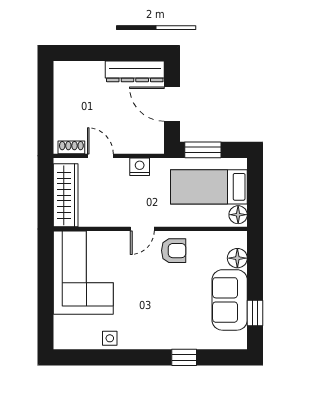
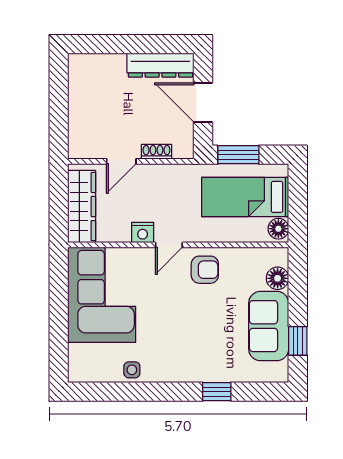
shoe rack: (71, 147) -> (156, 152), moved
door: (100, 156) -> (121, 161), swing flipped
nightstand: (140, 167) -> (143, 233), moved, turned 180

